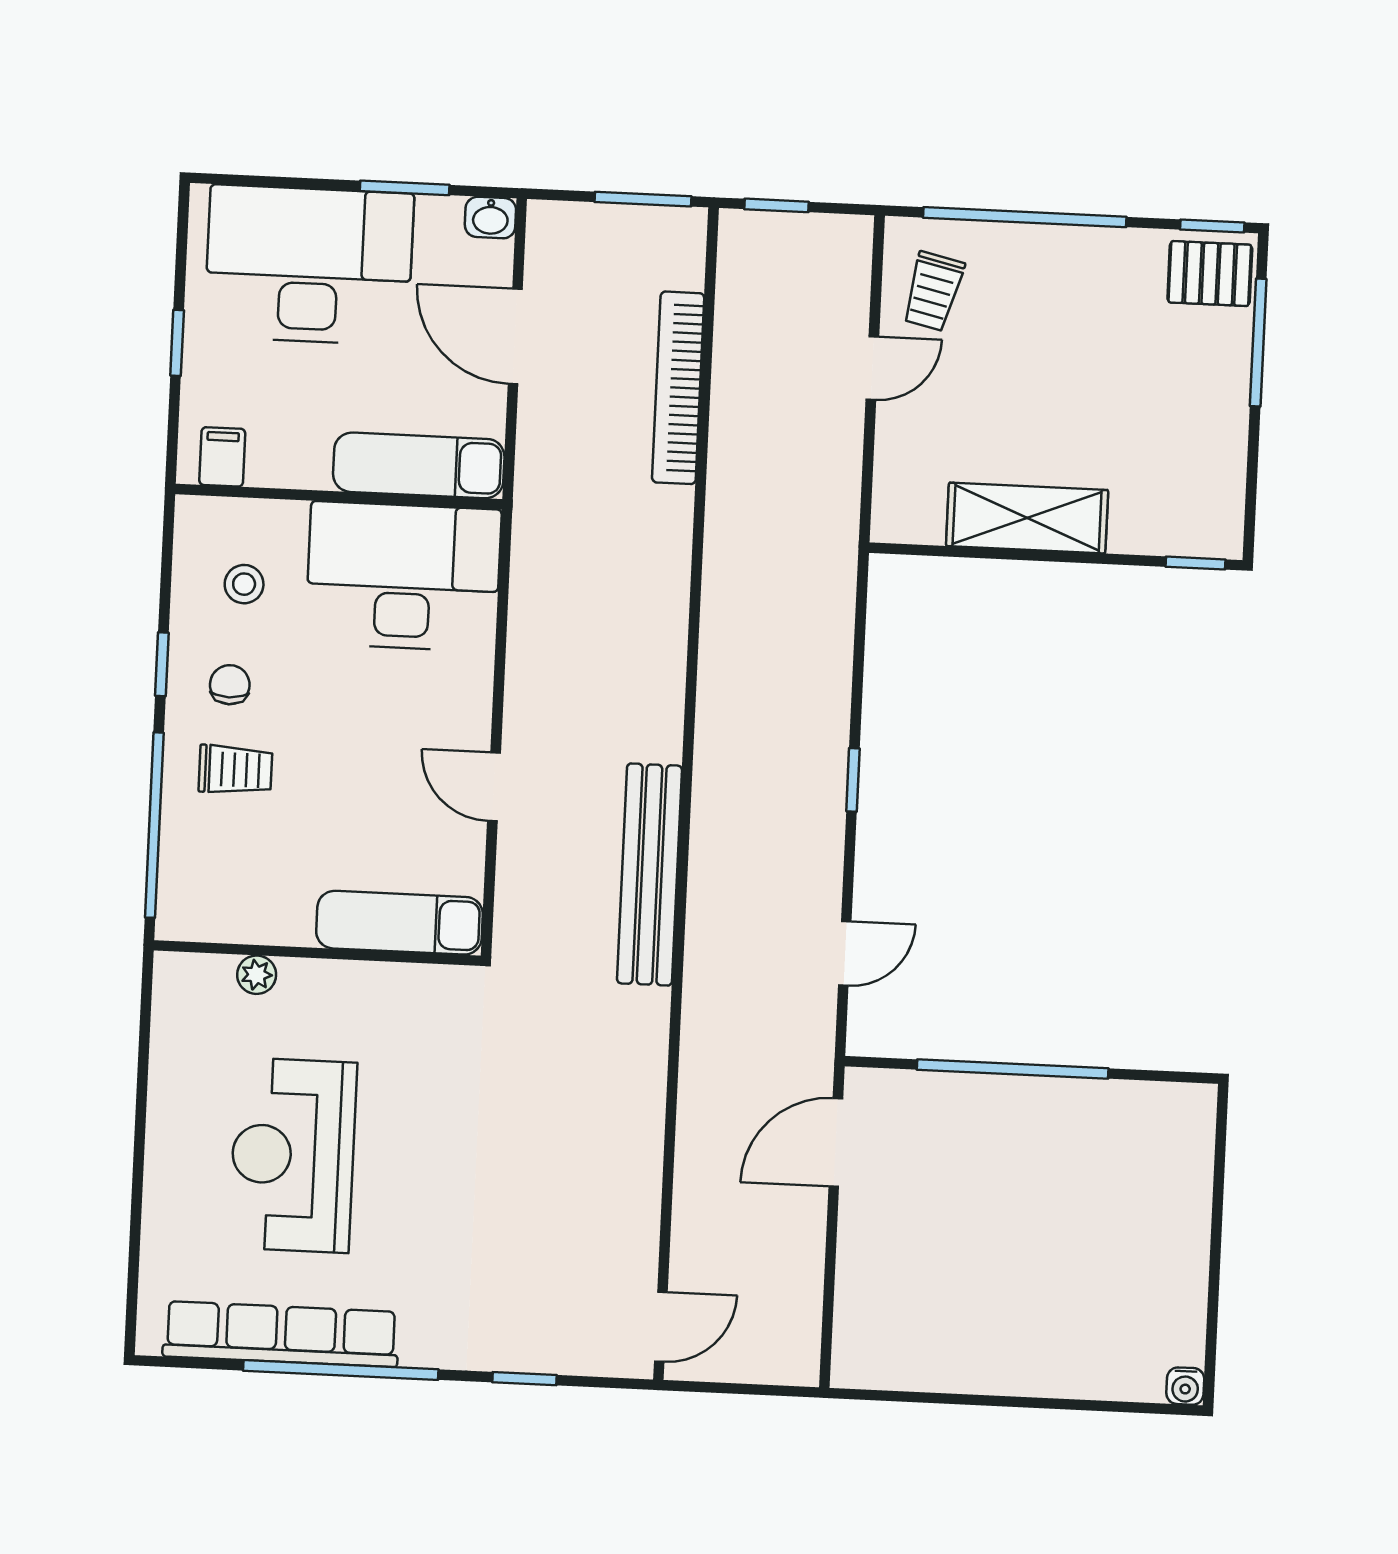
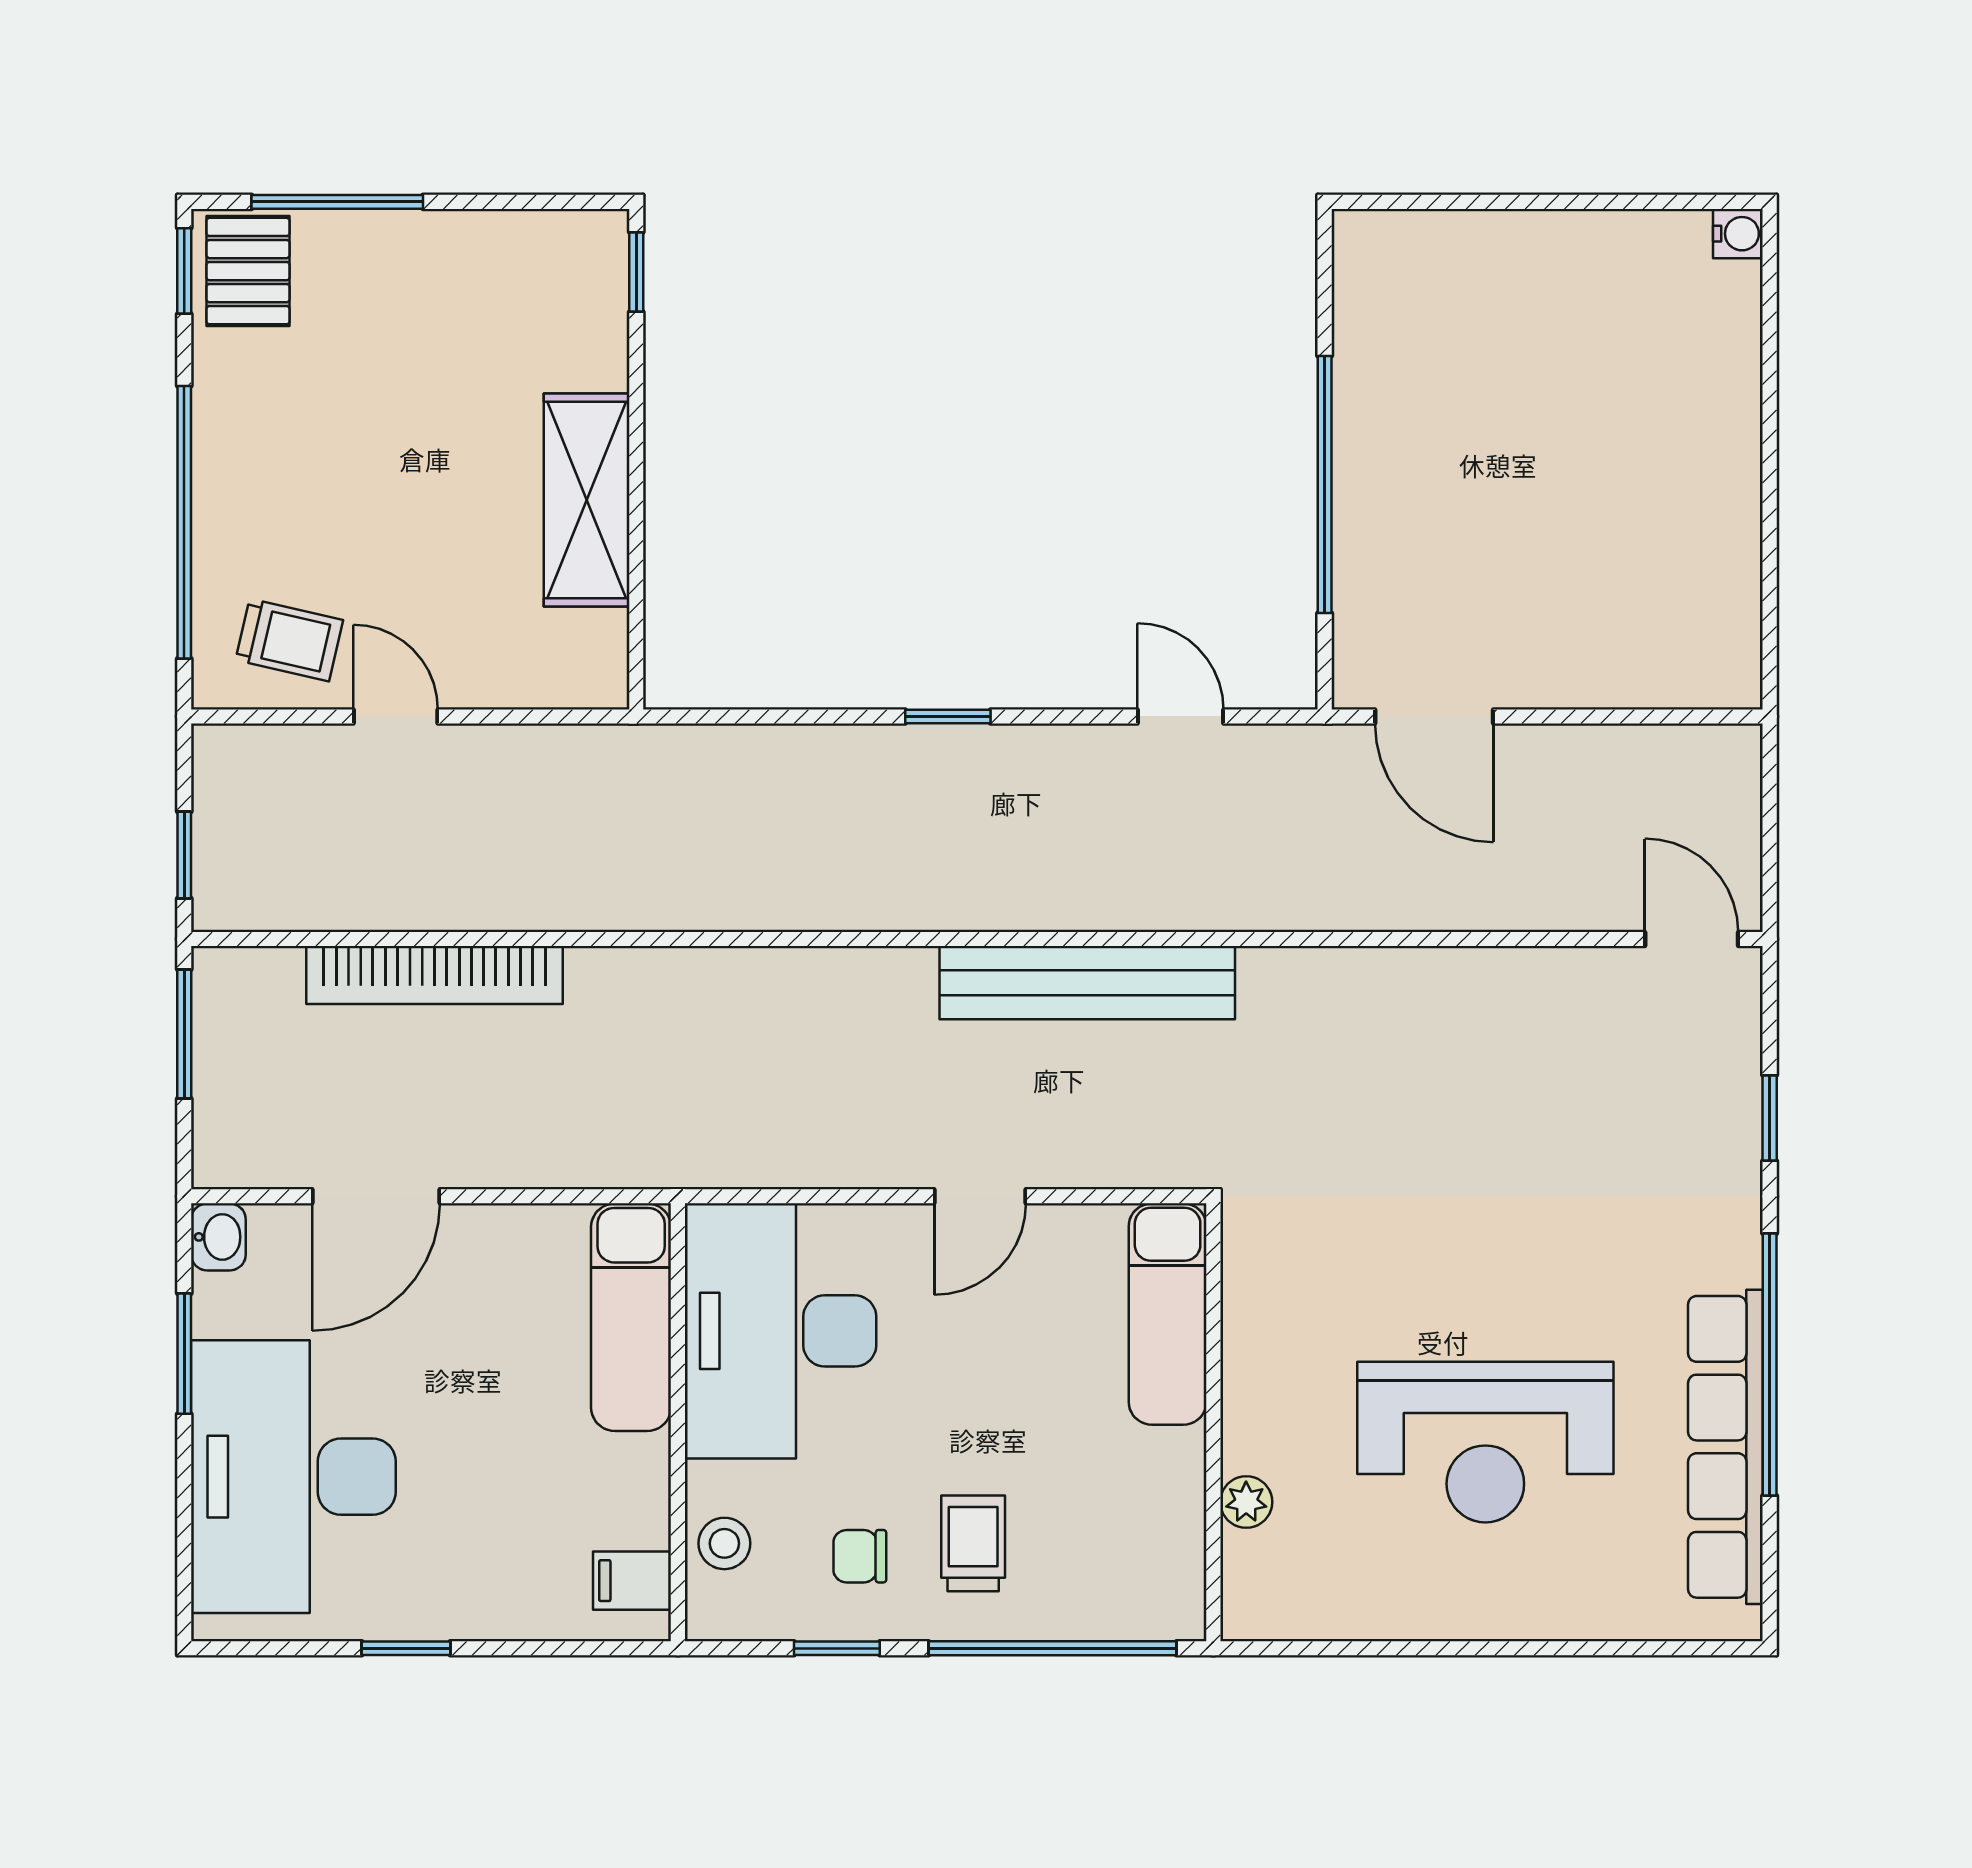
filing cabinet: (222, 457) -> (632, 1581), moved
exam couch: (419, 465) -> (631, 1317), moved
wall: (339, 497) -> (678, 1422), moved
desk: (403, 576) -> (780, 1331), moved

